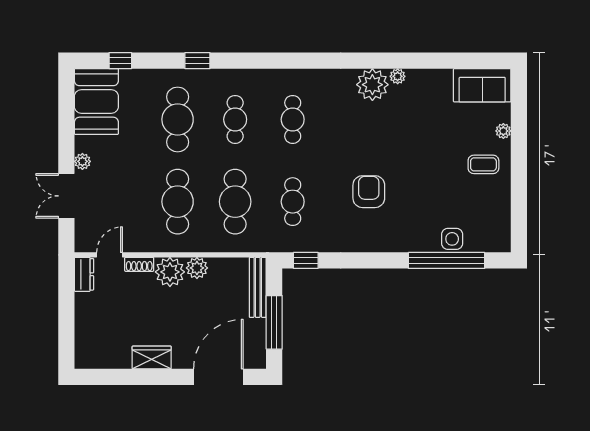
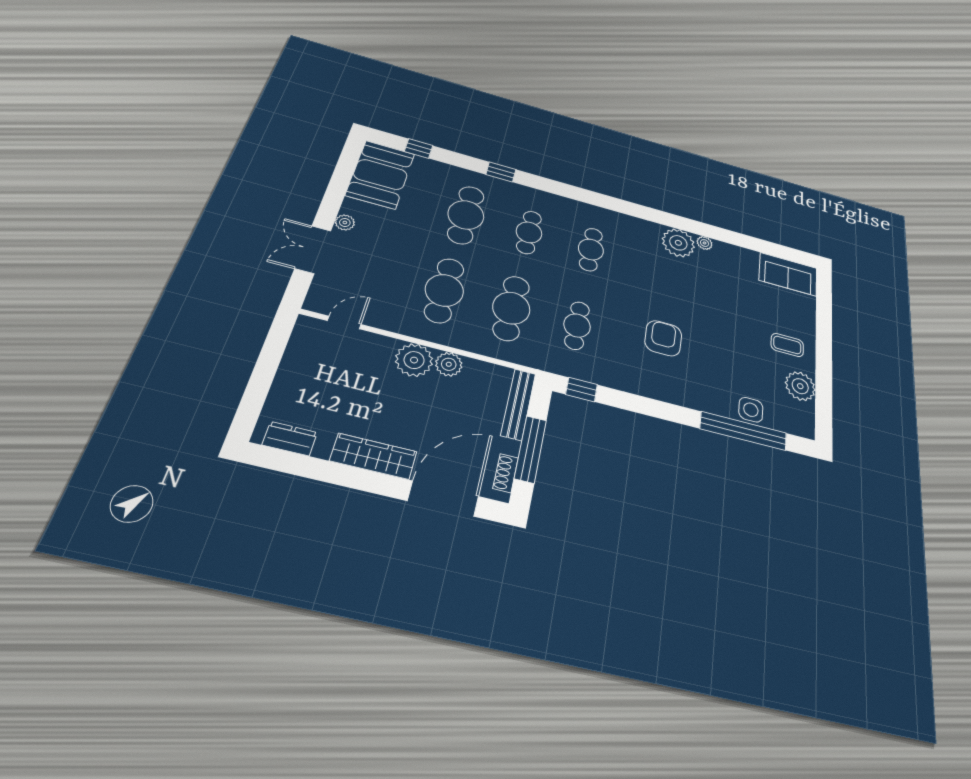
plant: (503, 131) -> (800, 386), moved, width x1.88, depth x1.88
shoe rack: (139, 264) -> (506, 473), moved, turned 90
dresser: (84, 274) -> (290, 439), moved, turned -90
wardrobe: (152, 357) -> (374, 456), width x1.50

